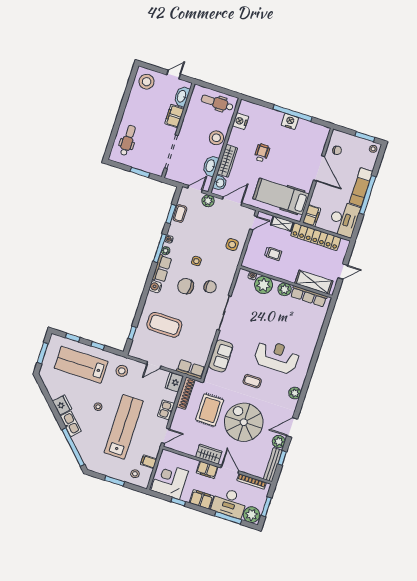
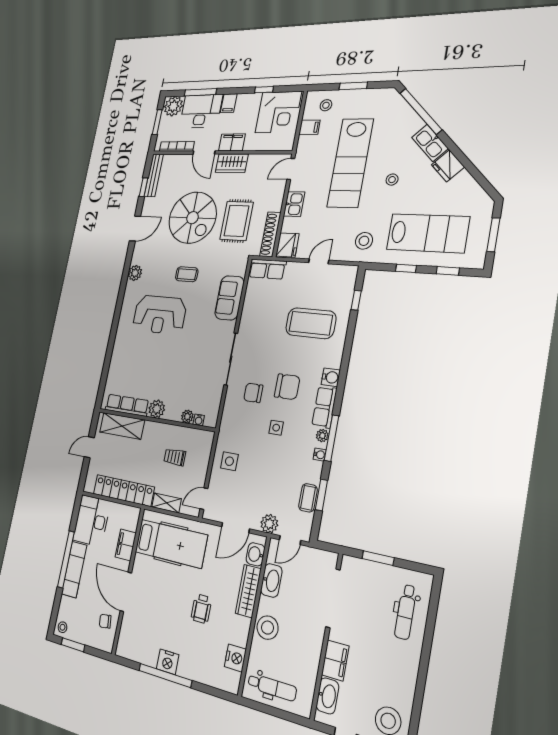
filing cabinet: (312, 216) -> (126, 545), moved
plant: (264, 285) -> (187, 417), width x0.53, depth x0.53
plant: (279, 442) -> (149, 206), removed
filing cabinet: (201, 499) -> (229, 103), width x0.50

